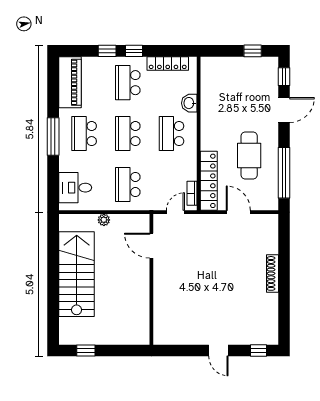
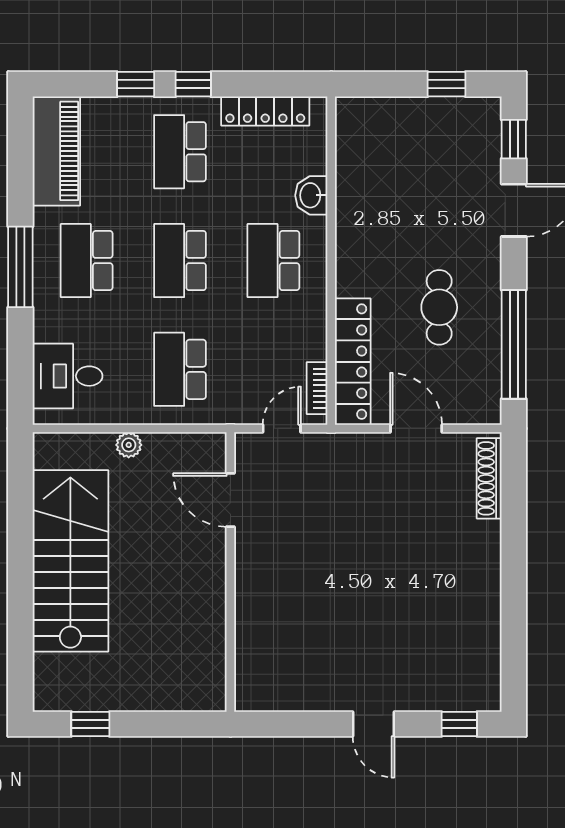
cafe table: (249, 155) -> (439, 307), width x0.73, depth x0.74
shoe rack: (272, 273) -> (489, 478), moved

